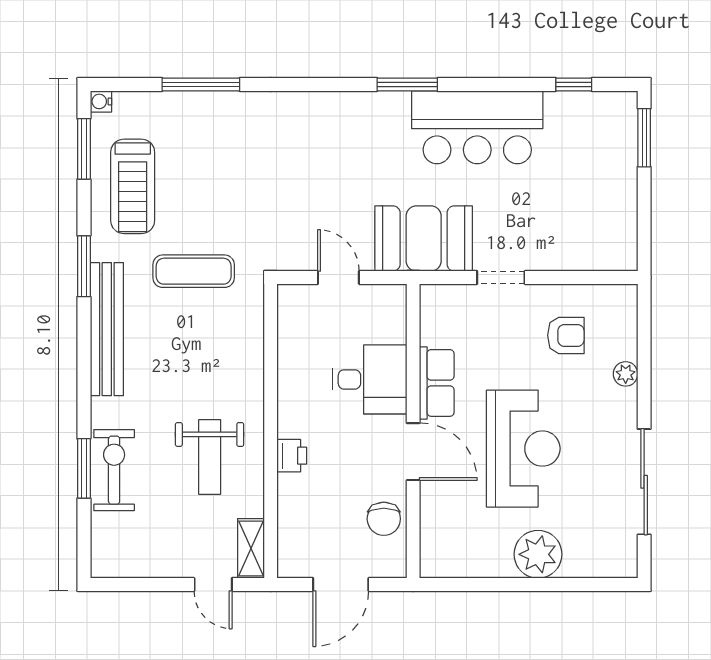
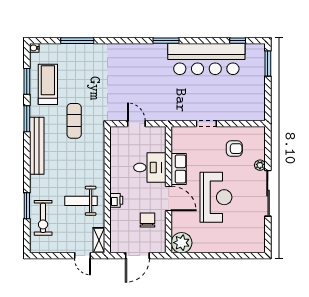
bar counter: (477, 127) -> (206, 59), width x1.36
window: (84, 149) -> (27, 81), moved
treadmill: (133, 186) -> (48, 84), turned 180
booth: (424, 238) -> (173, 107), removed
exercise mat: (194, 271) -> (74, 121), turned 90
weight bench: (210, 457) -> (81, 201), turned 90
exercise bike: (114, 470) -> (43, 218), moved, turned 180
sliding door: (644, 482) -> (268, 193), moved
chair: (384, 519) -> (147, 220), moved, turned 180
plant: (538, 554) -> (182, 243), moved

